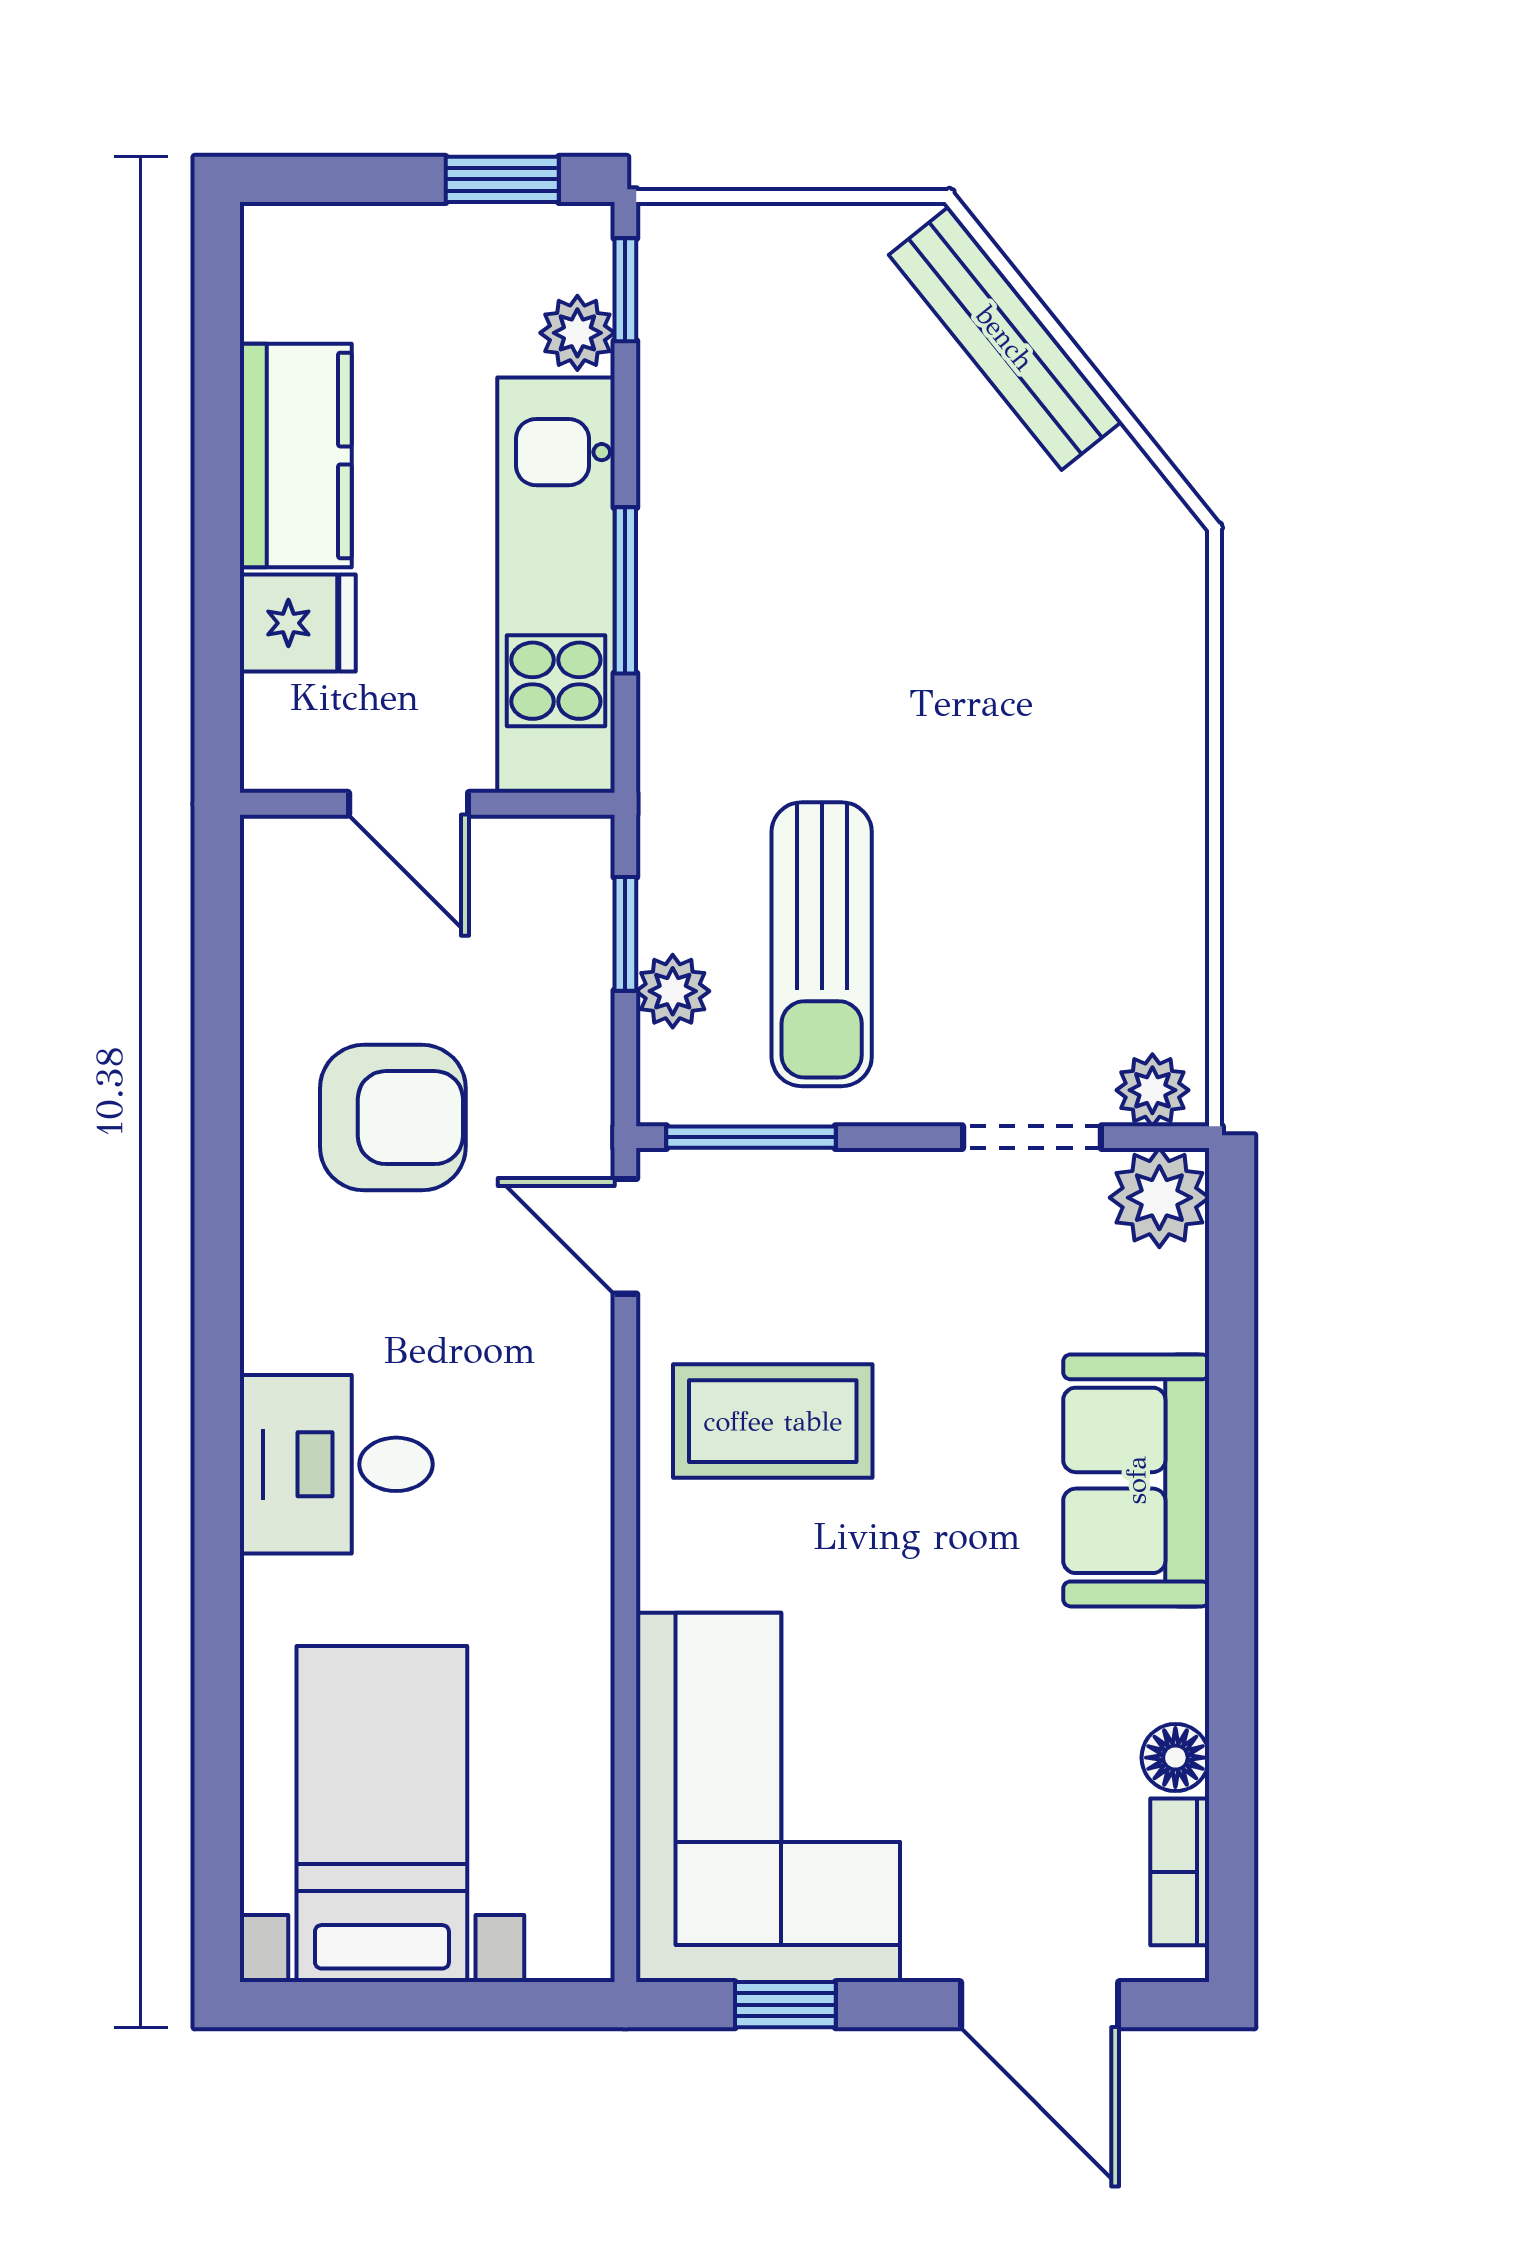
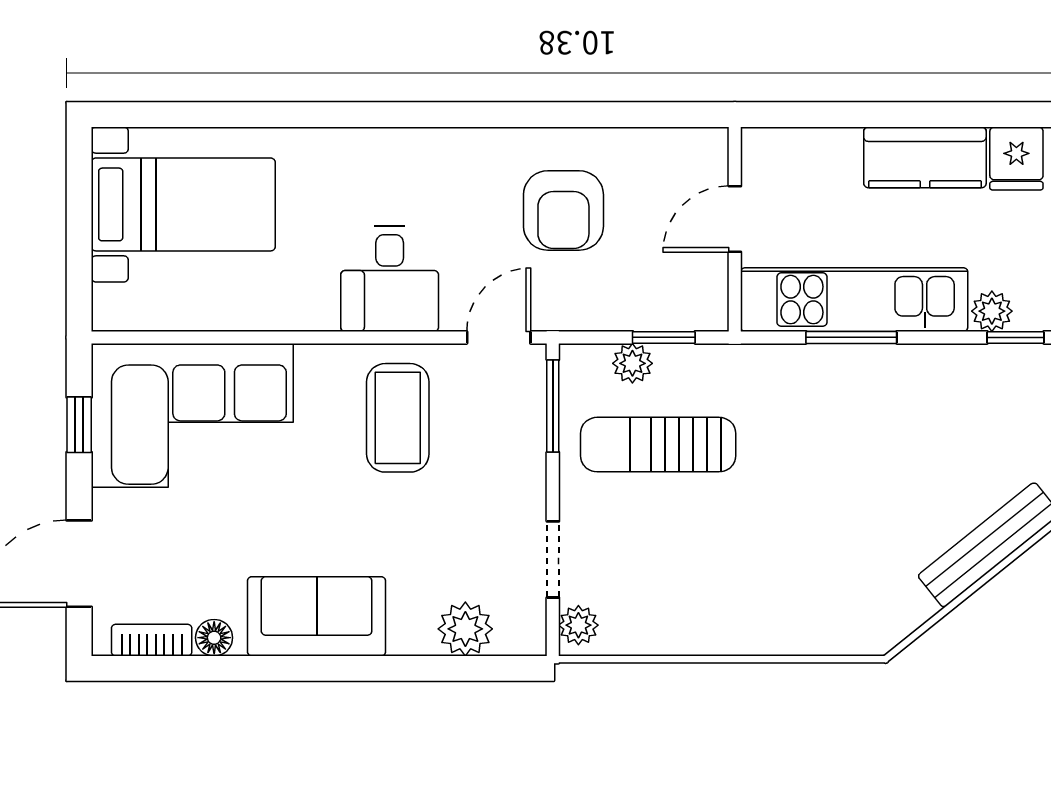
fridge: (298, 623) -> (1016, 158), moved
plant: (1159, 1198) -> (465, 629), moved
desk: (336, 1464) -> (390, 279), moved, turned 180
sofa: (1136, 1480) -> (317, 616), moved

